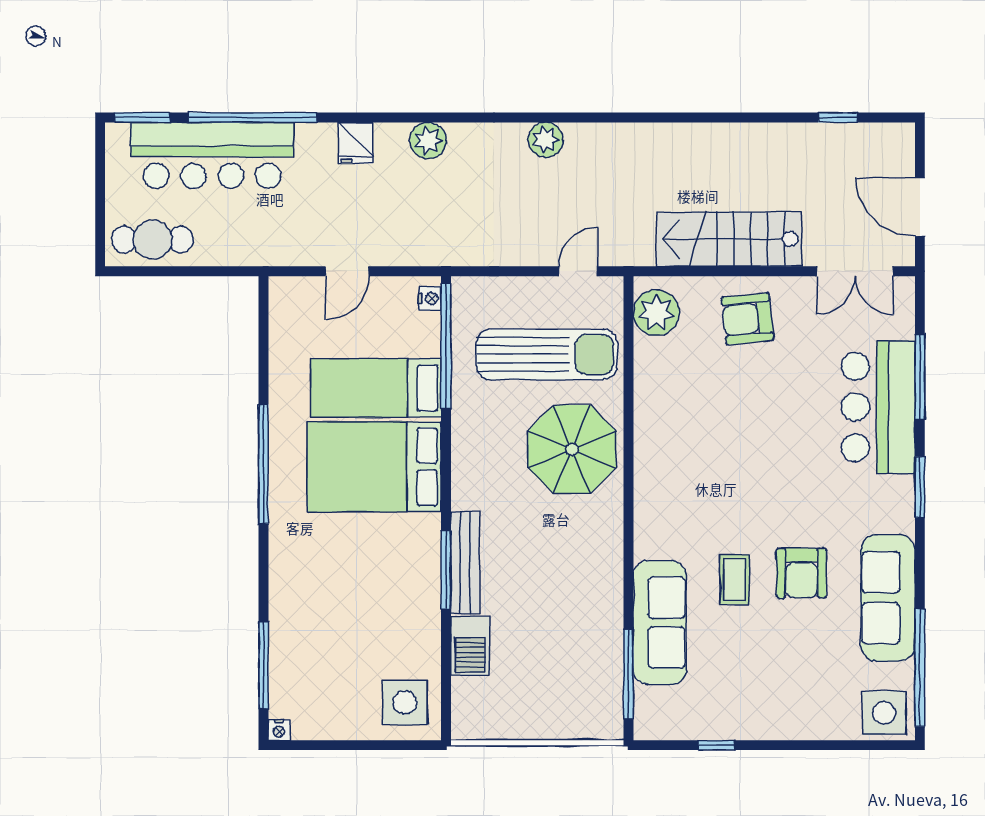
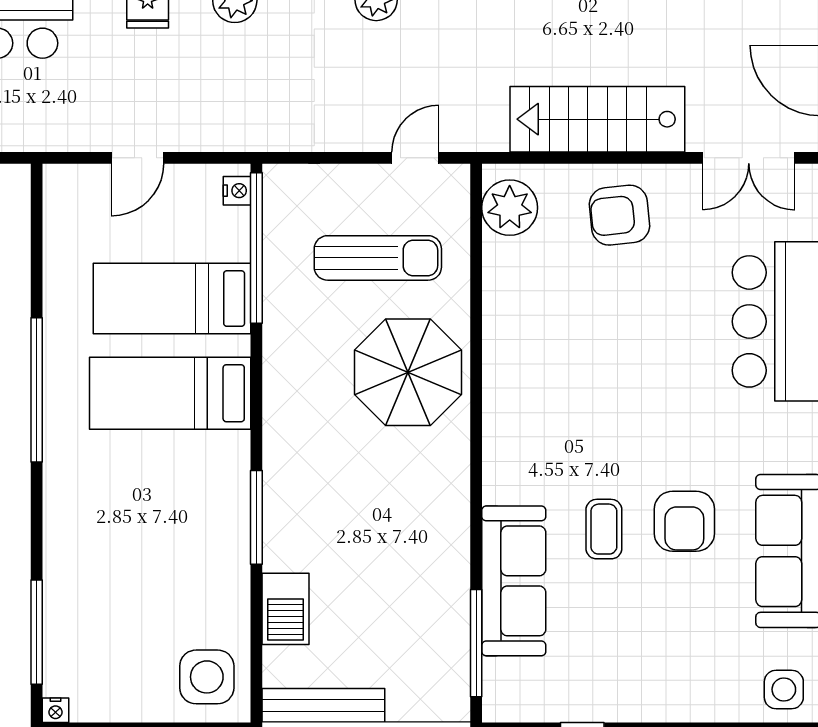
sun lounger: (547, 354) -> (378, 258), width x0.73, depth x0.75
bed: (374, 467) -> (170, 393), width x0.67
bench: (465, 563) -> (323, 705), moved, turned 90
side table: (884, 713) -> (784, 689), width x0.73, depth x0.73

